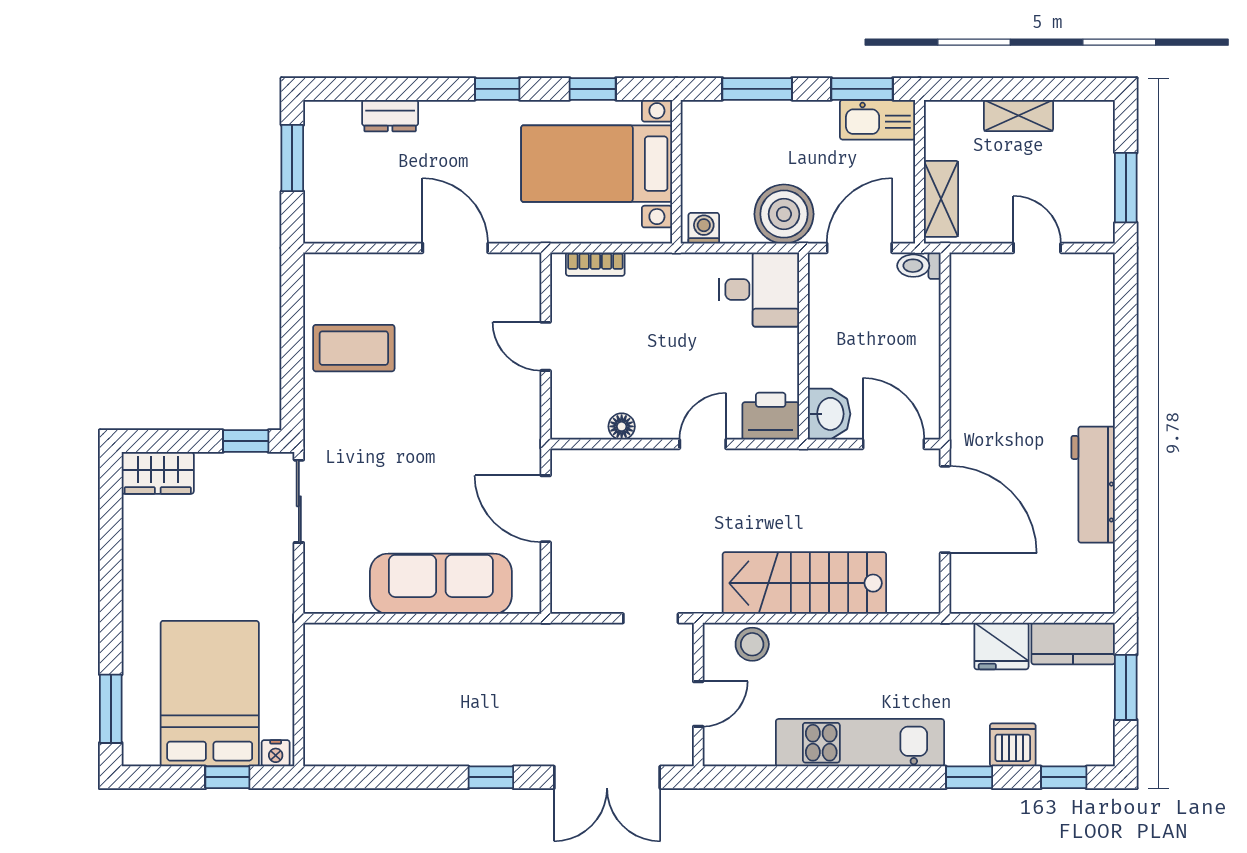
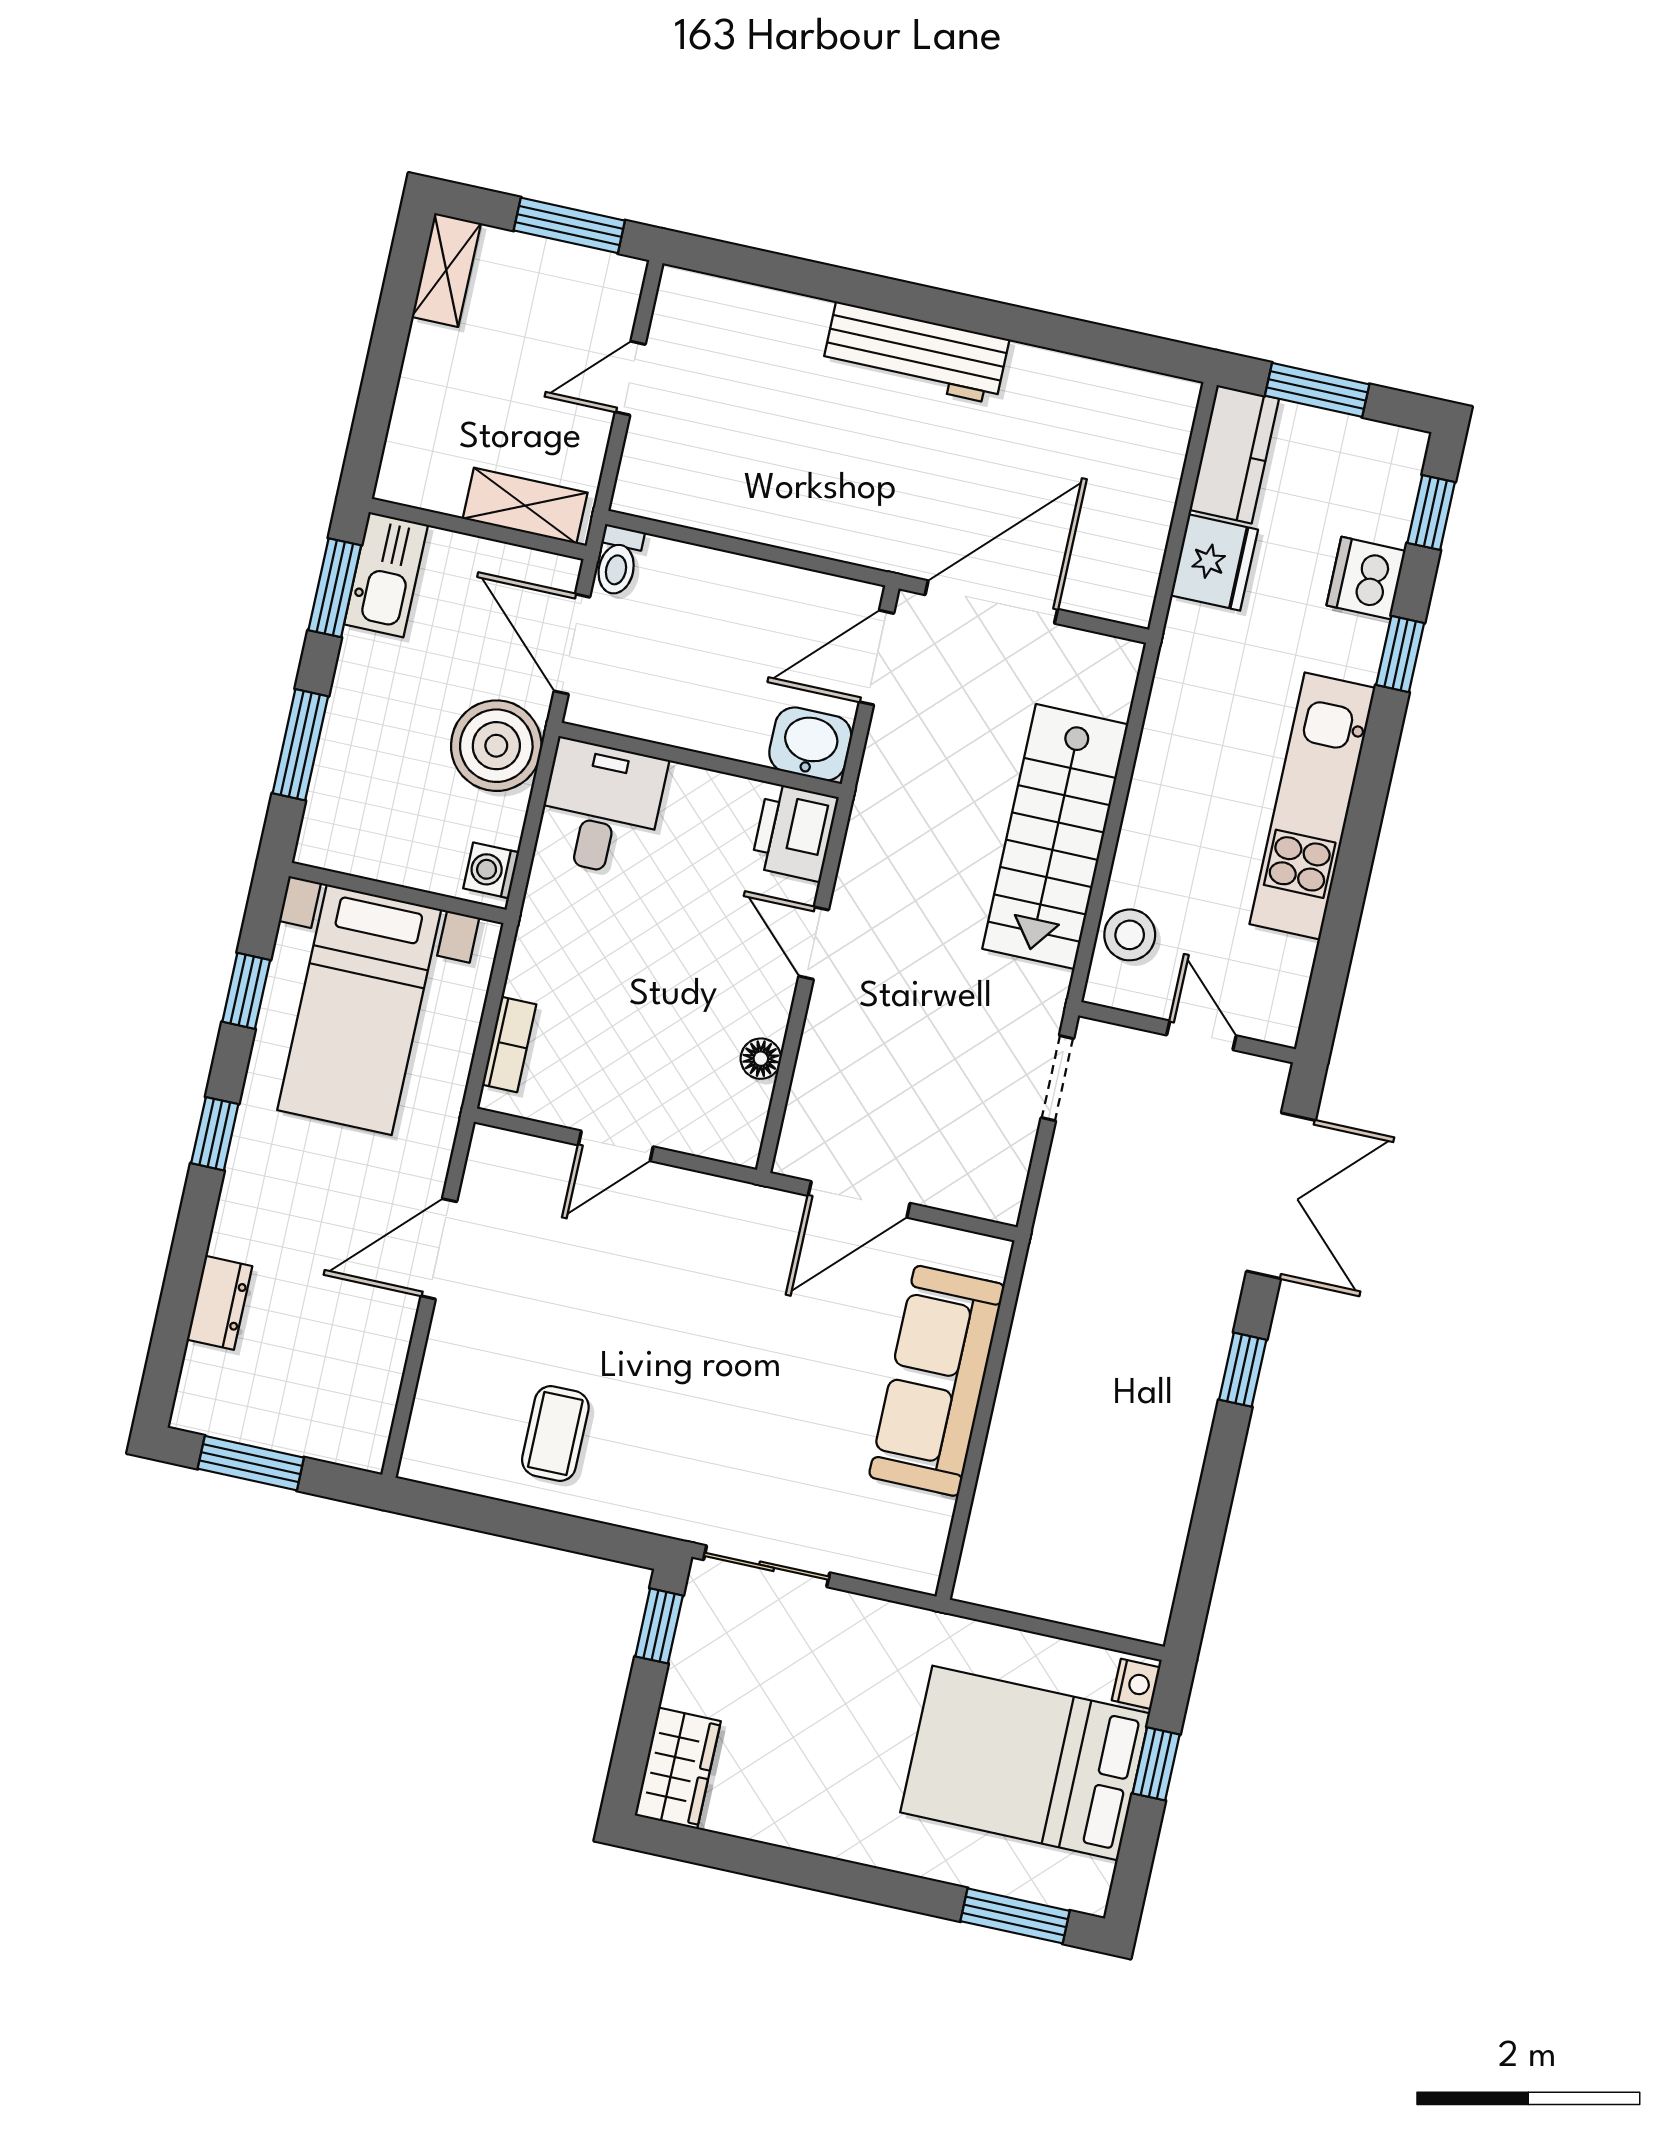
shelving: (1018, 115) -> (446, 270), moved
coffee table: (354, 348) -> (555, 1434), width x0.73, depth x0.77
workbench: (1093, 485) -> (916, 353), moved

